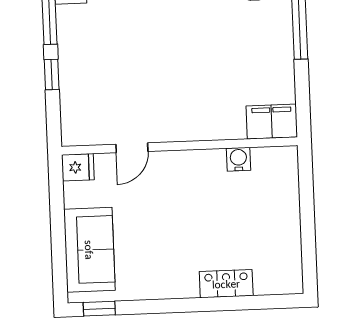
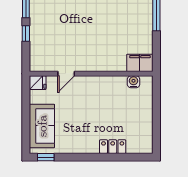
water cooler: (238, 159) -> (134, 82), moved

